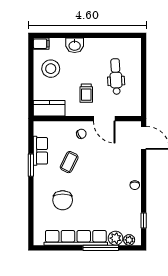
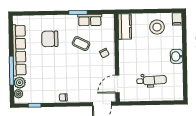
washbasin: (75, 45) -> (177, 56), moved
trolley: (86, 93) -> (137, 57), removed
door: (104, 119) -> (117, 84), moved

